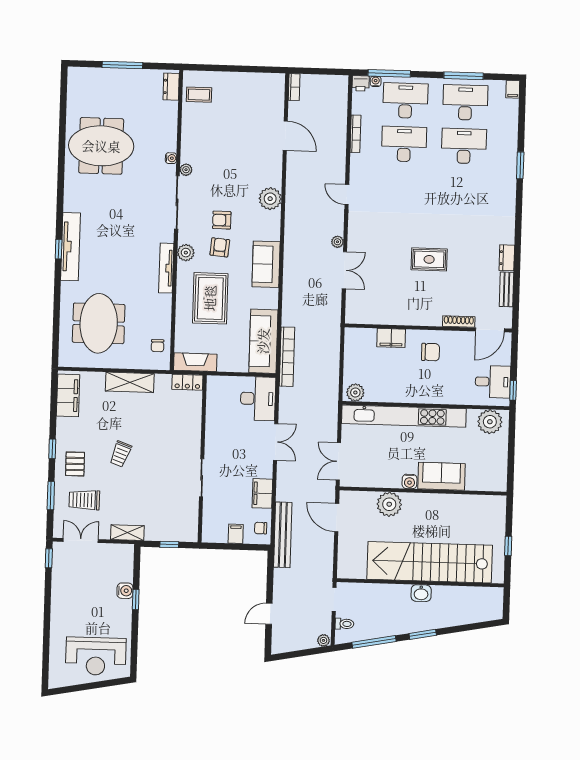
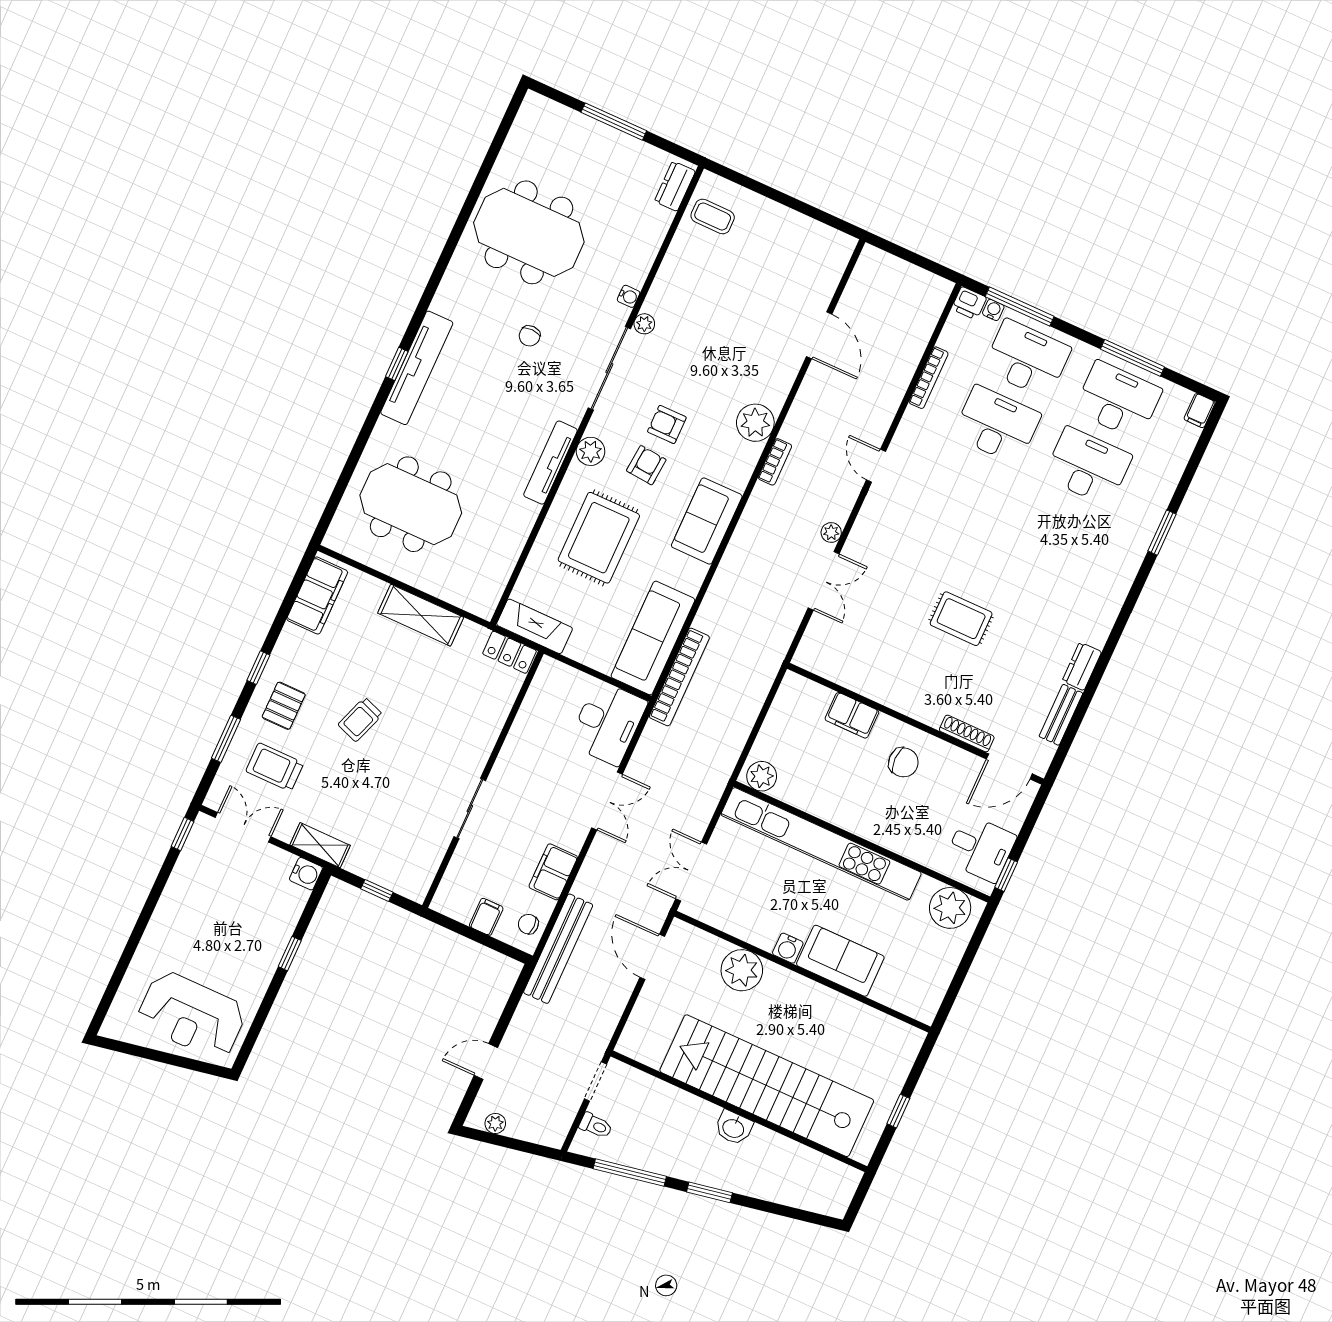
bookcase: (294, 87) -> (775, 462), moved
meeting table: (99, 323) -> (411, 504), turned 90
chair: (158, 346) -> (530, 336), moved
water cooler: (125, 591) -> (306, 874), moved
plant: (323, 640) -> (495, 1123), moved

